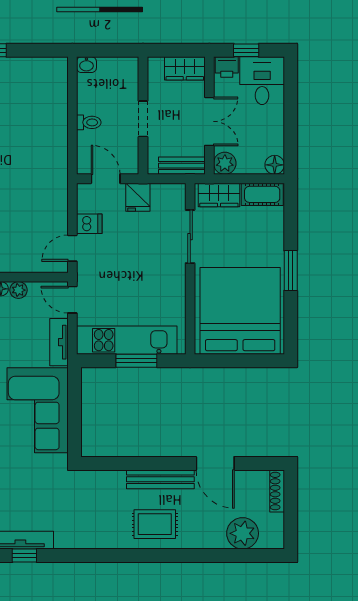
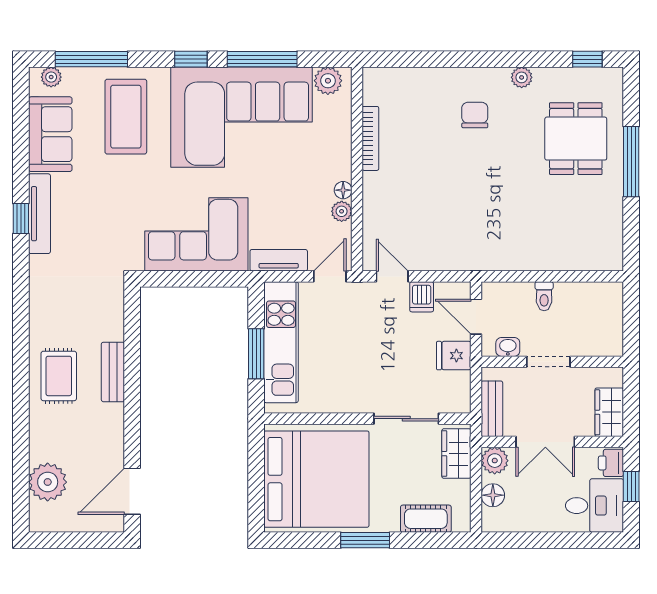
washbasin: (86, 65) -> (508, 347), moved, turned 90
floor lamp: (275, 165) -> (493, 495), moved
door: (106, 179) -> (476, 317), swing flipped
cot: (262, 194) -> (426, 519), moved, turned 90
door: (215, 463) -> (132, 491), moved
bench: (160, 479) -> (113, 372), width x0.73
shoe rack: (277, 491) -> (99, 524), removed

